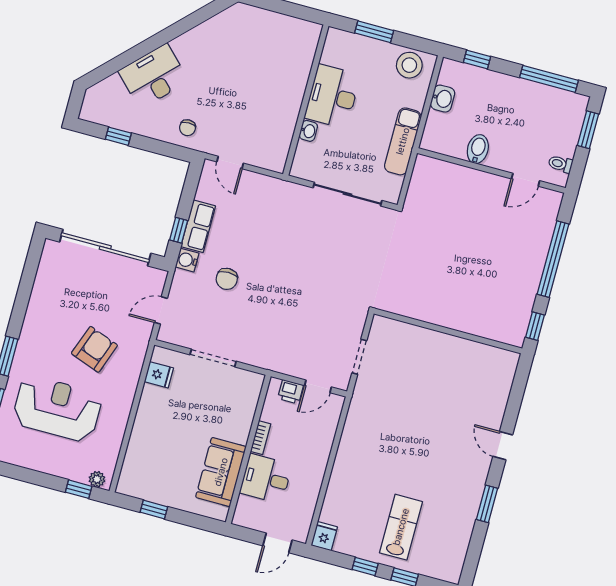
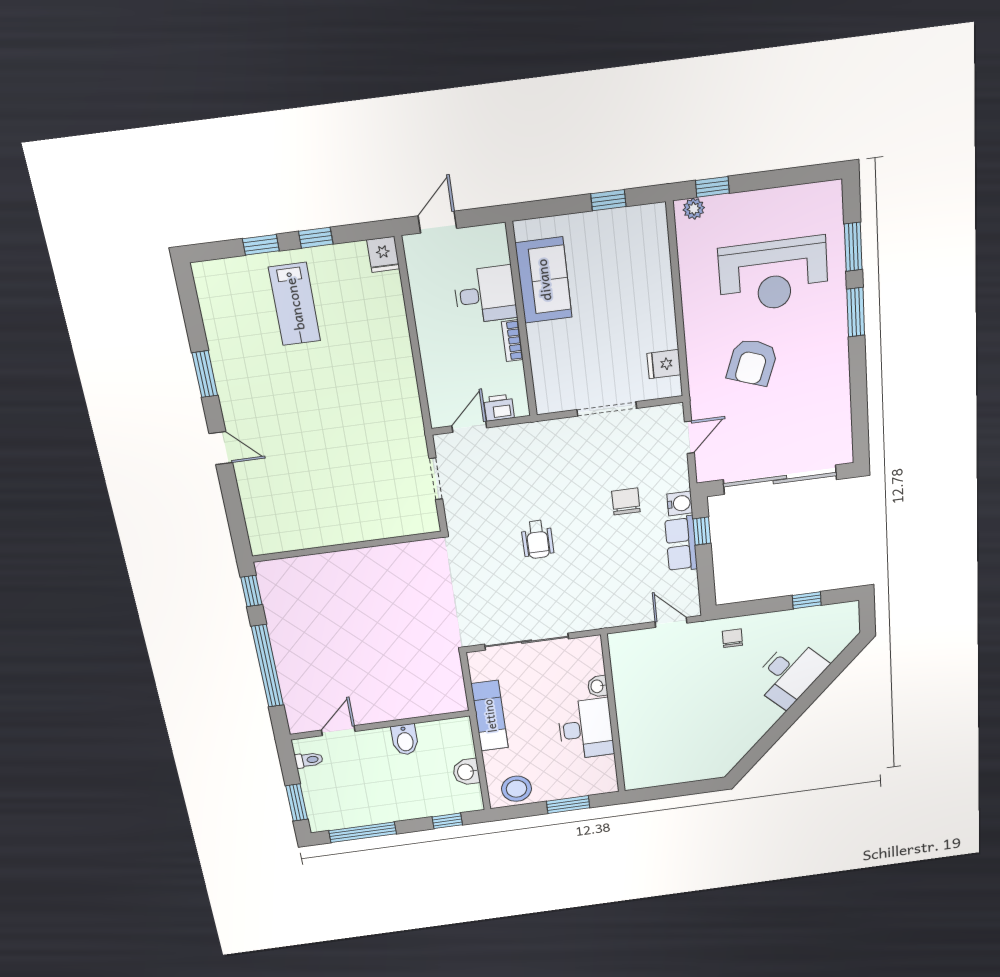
wheelchair: (305, 276) -> (537, 539), added

